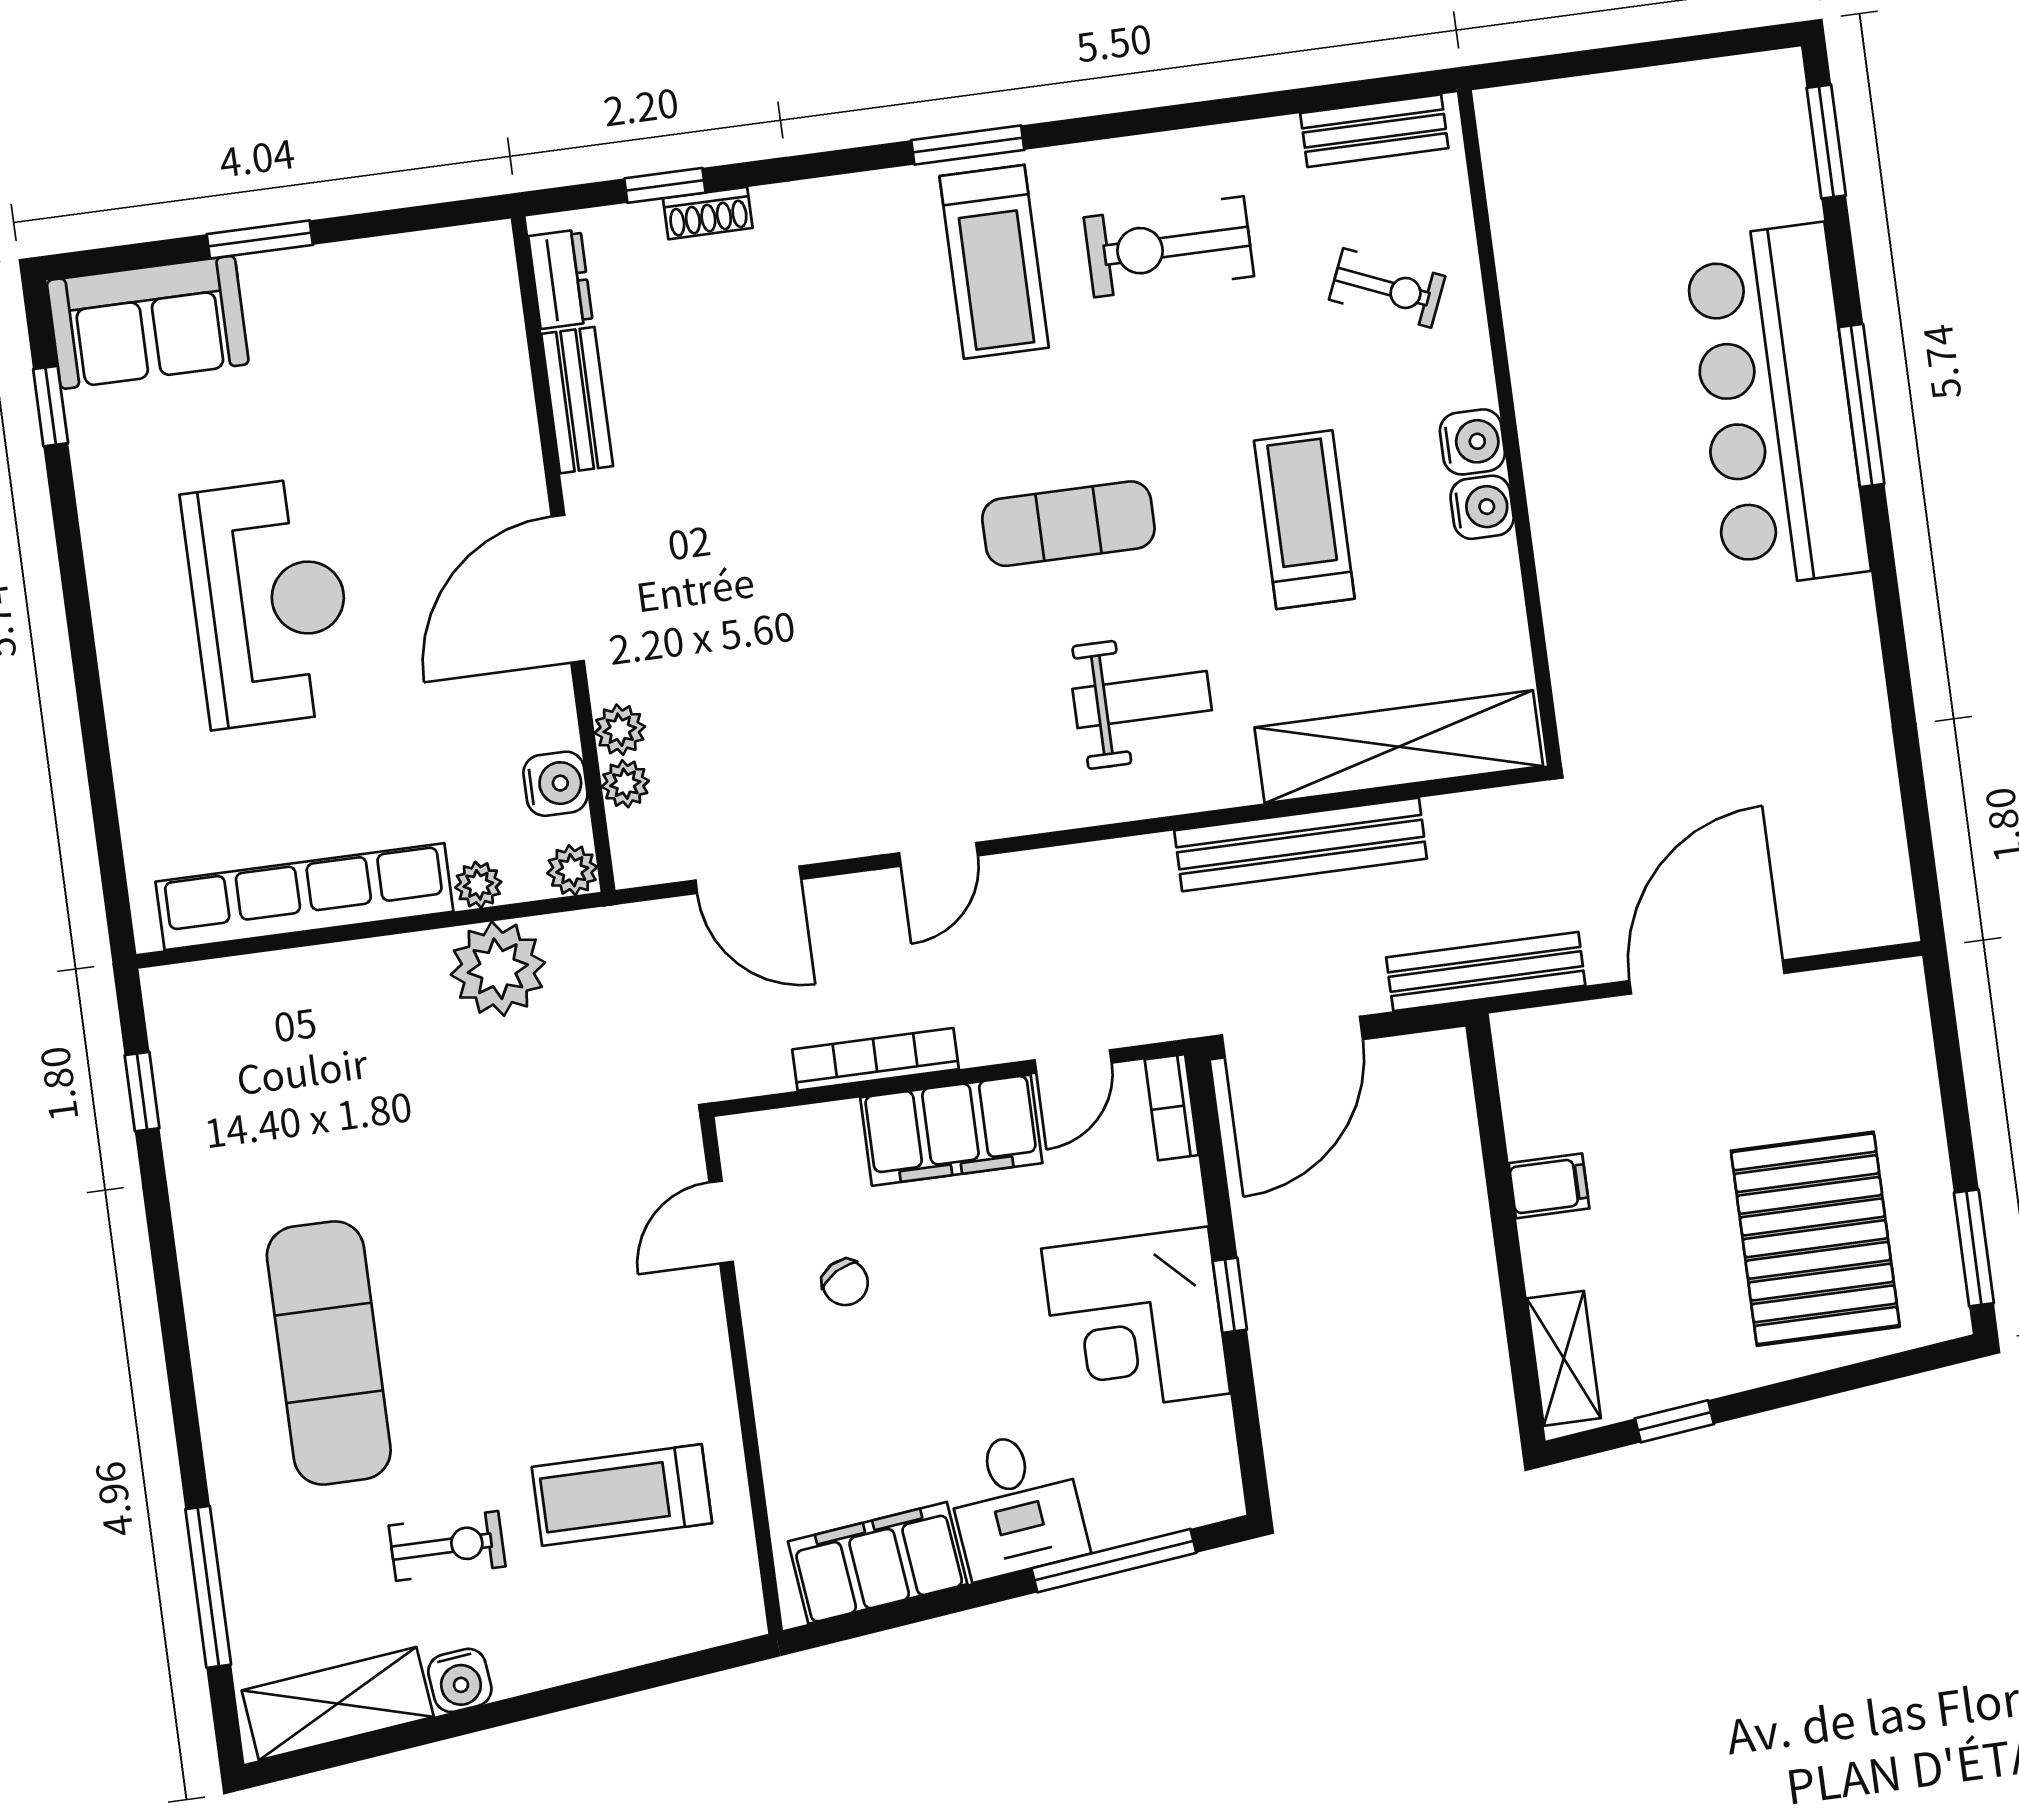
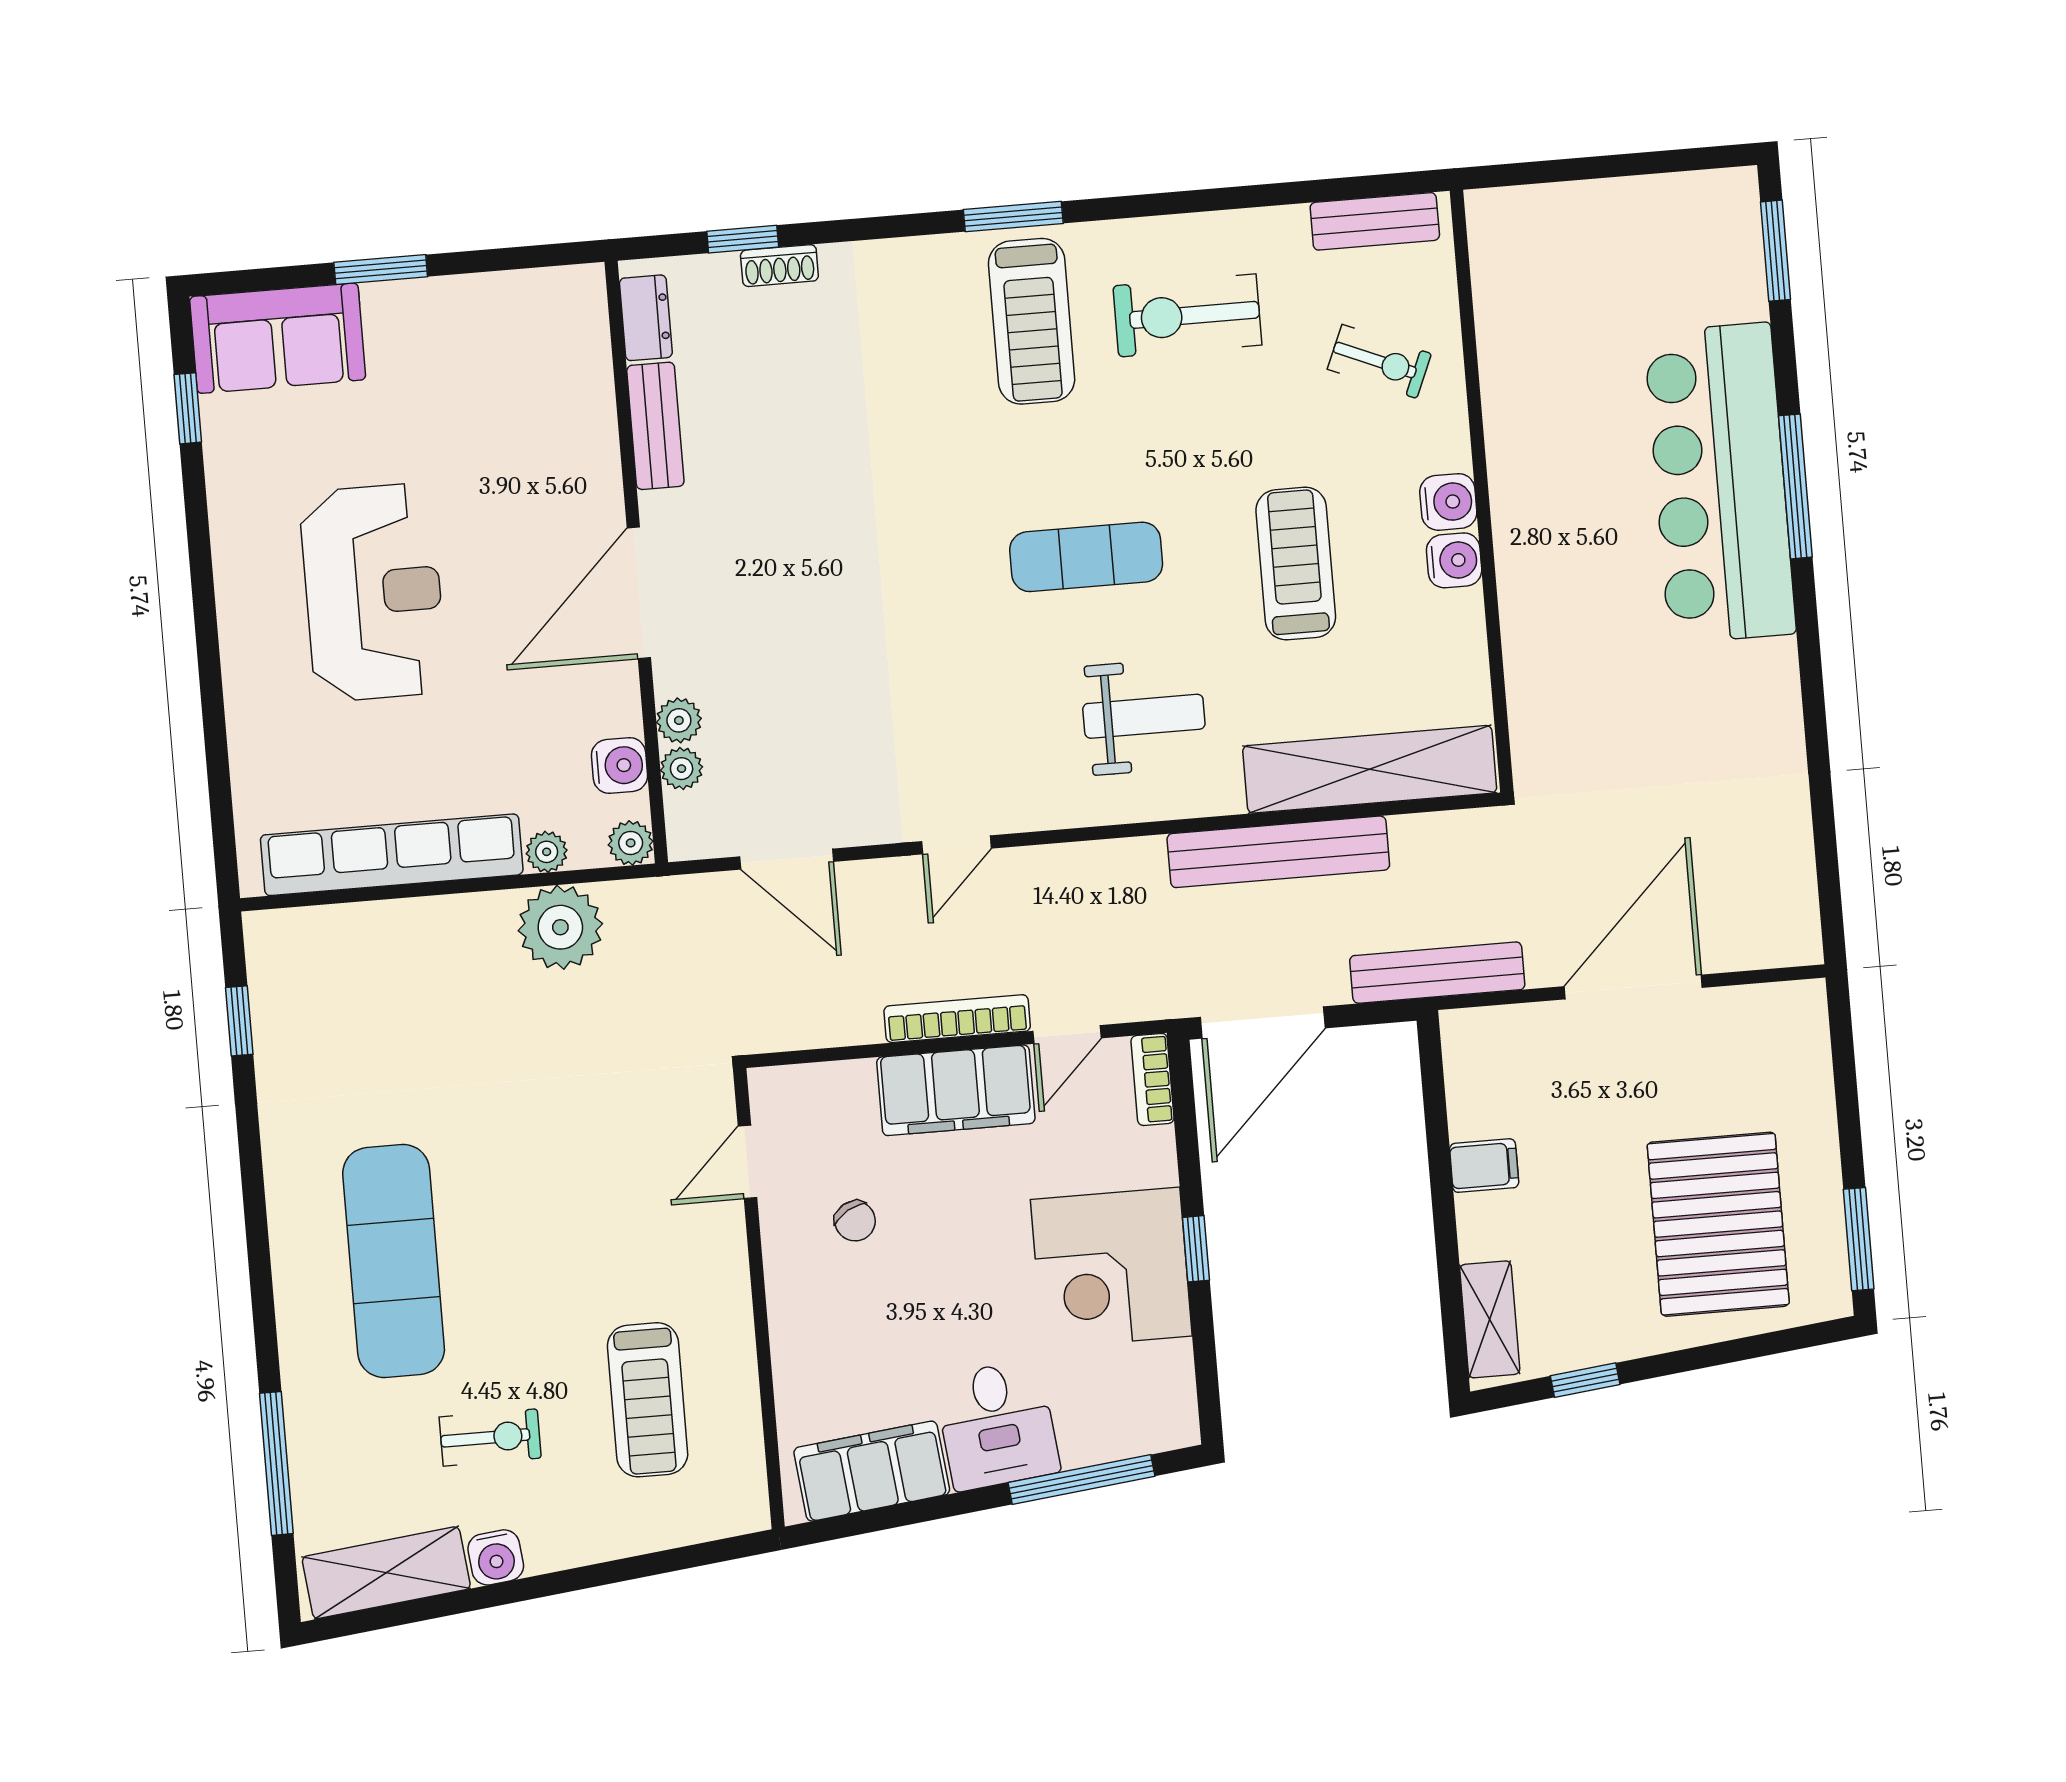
bookcase: (876, 1059) -> (957, 1019), moved
treadmill: (622, 1495) -> (648, 1400), turned -90

